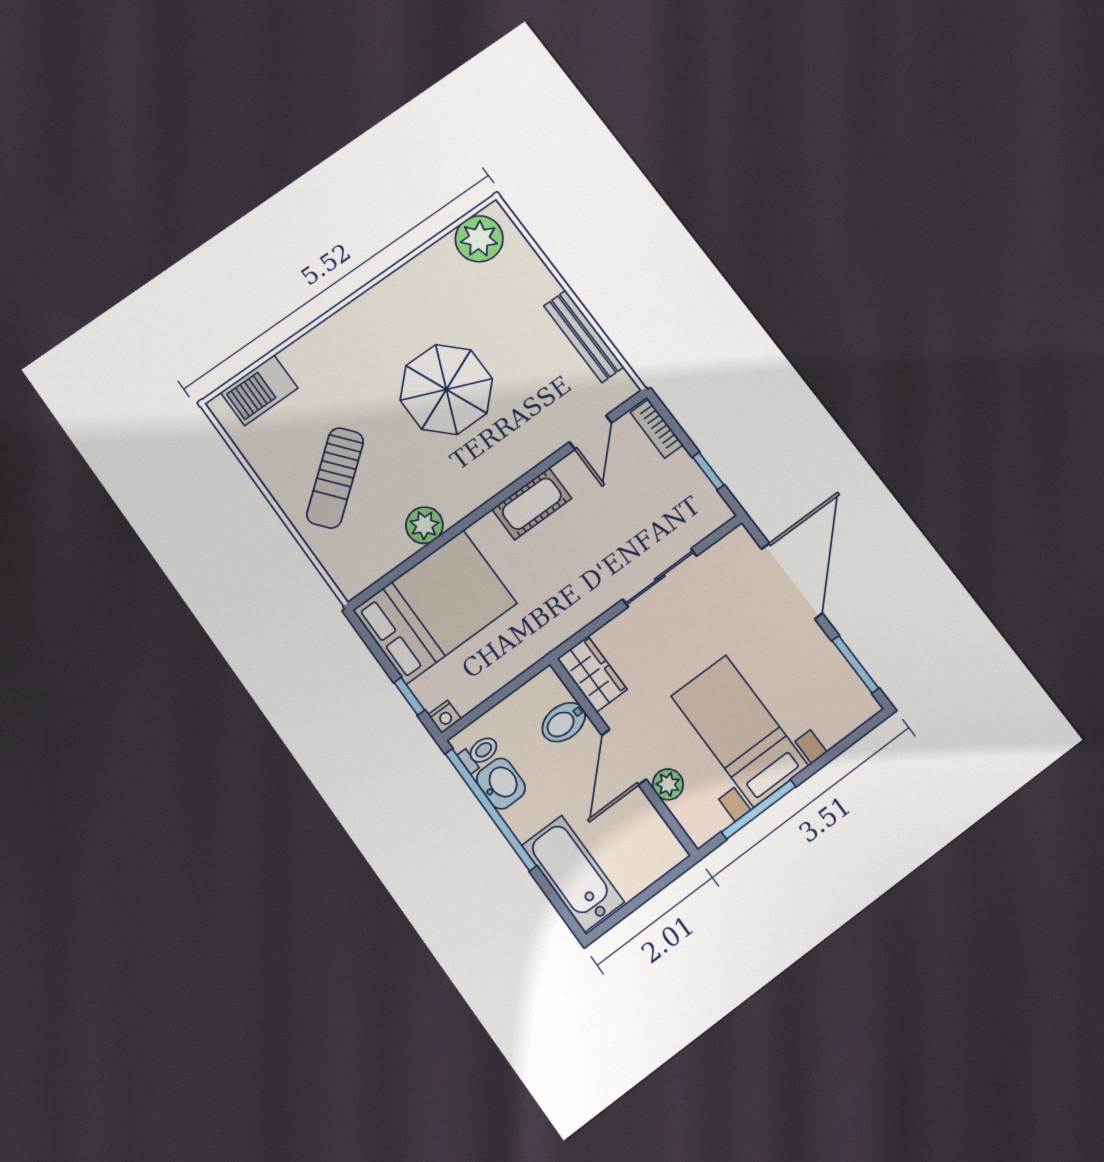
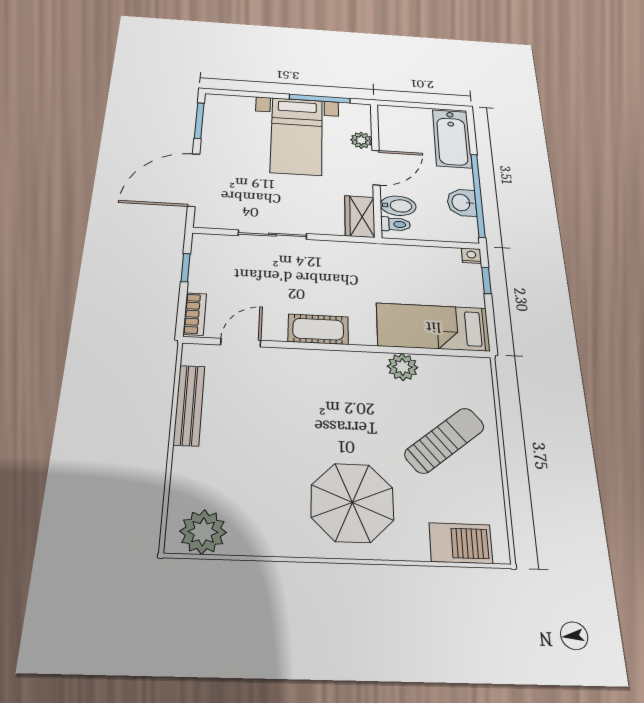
parasol: (446, 389) -> (352, 503), moved
bed: (435, 607) -> (433, 327), width x0.67
toilet: (479, 753) -> (396, 224), moved, turned 180

